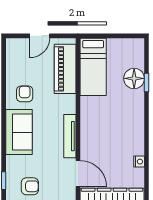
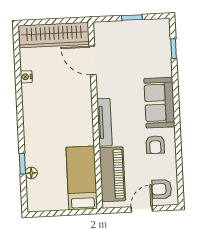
floor lamp: (134, 78) -> (31, 173), width x0.53, depth x0.53
tv unit: (70, 136) -> (104, 122), moved
armchair: (30, 186) -> (162, 189), moved

